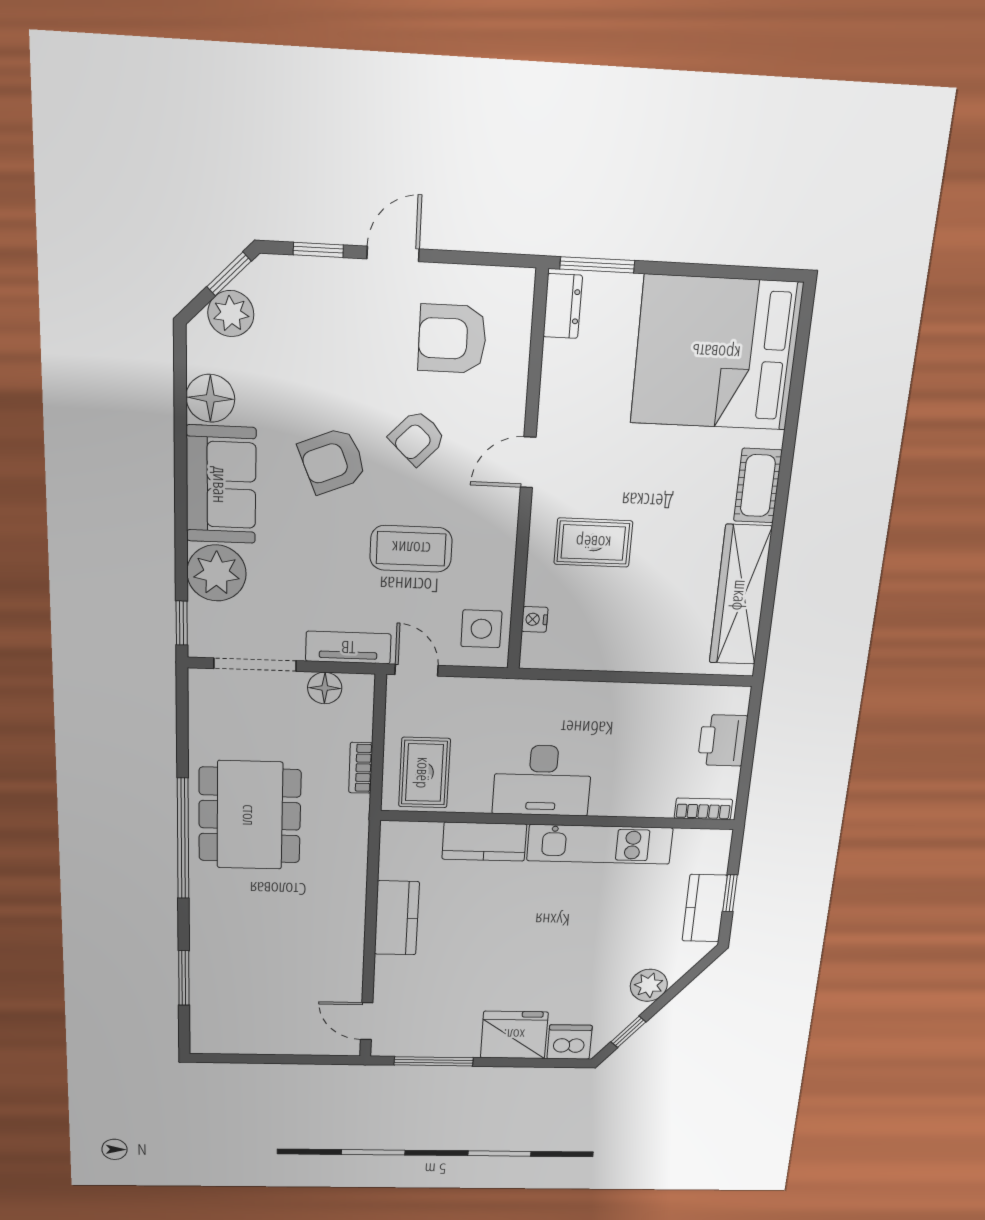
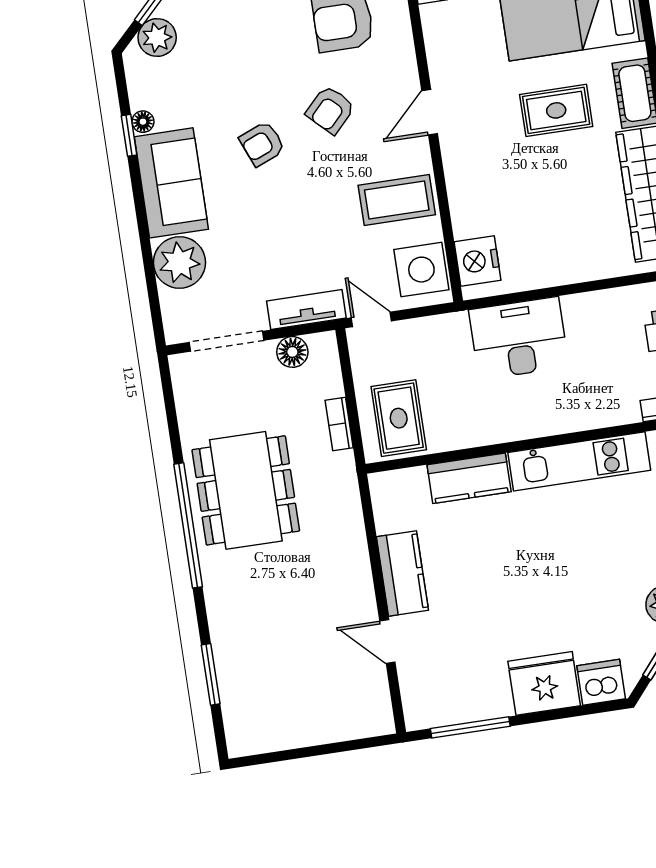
floor lamp: (210, 398) -> (143, 122), width x0.53, depth x0.53
armchair: (333, 461) -> (262, 144), width x0.72, depth x0.72
rug: (593, 543) -> (556, 110), moved
coffee table: (411, 549) -> (397, 200), moved
nightstand: (535, 619) -> (478, 261), width x1.89, depth x1.79
window: (182, 623) -> (129, 135), moved
side table: (481, 629) -> (421, 270), width x1.37, depth x1.37
desk: (542, 780) -> (519, 338), moved, turned 180
door: (367, 1021) -> (387, 642), moved

